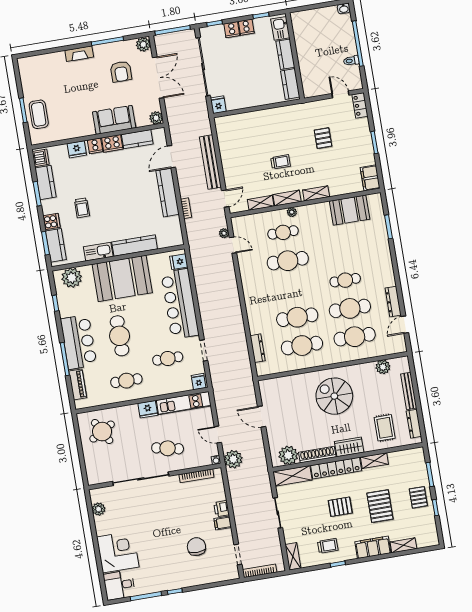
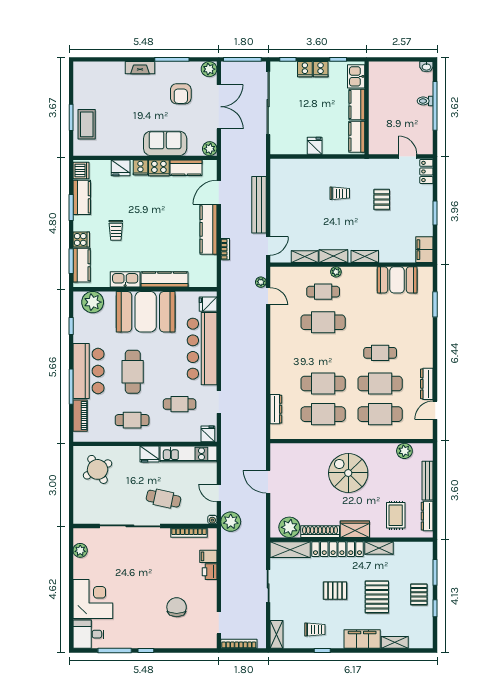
toilet: (351, 61) -> (425, 101), moved
fridge: (218, 105) -> (315, 146), moved
trolley: (280, 162) -> (340, 193), moved
filing cabinet: (223, 523) -> (208, 556), moved

